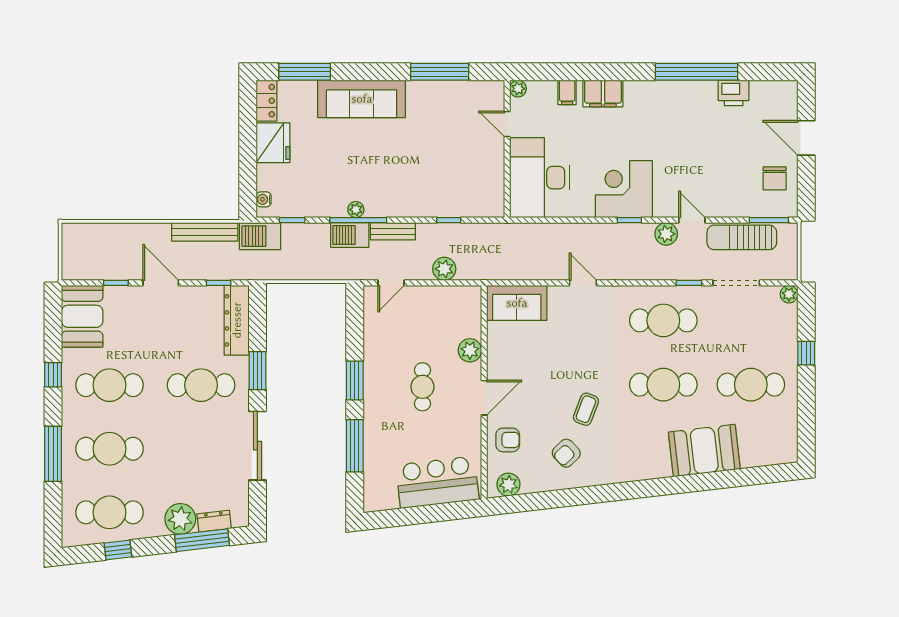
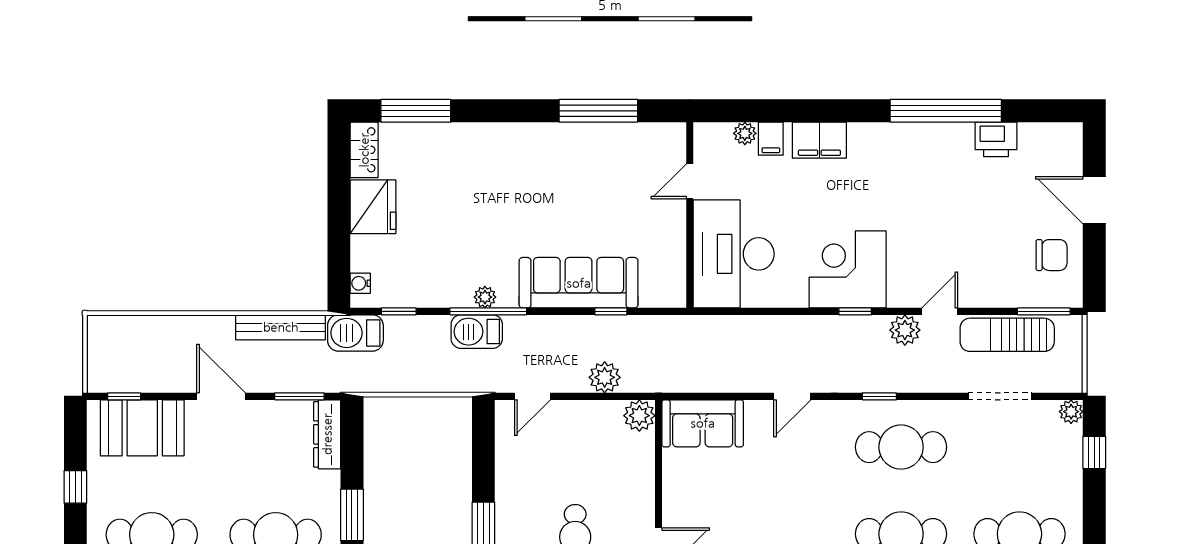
plant: (518, 89) -> (745, 133), moved
sofa: (362, 99) -> (579, 283), moved, turned 180
door: (507, 124) -> (690, 181), hinge flipped
chair: (775, 178) -> (1052, 255), turned -90
door: (692, 220) -> (940, 311), hinge flipped
bench: (393, 231) -> (535, 326), removed
window: (116, 283) -> (124, 396), moved
window: (219, 283) -> (299, 396), width x1.50
door: (583, 283) -> (792, 396), swing flipped
window: (689, 283) -> (879, 396), moved
booth: (82, 316) -> (142, 428), moved, turned 90
dresser: (237, 320) -> (327, 434), width x0.73, depth x0.80
plant: (470, 350) -> (639, 416), moved
window: (806, 353) -> (1094, 452), moved
window: (53, 375) -> (75, 487), moved

